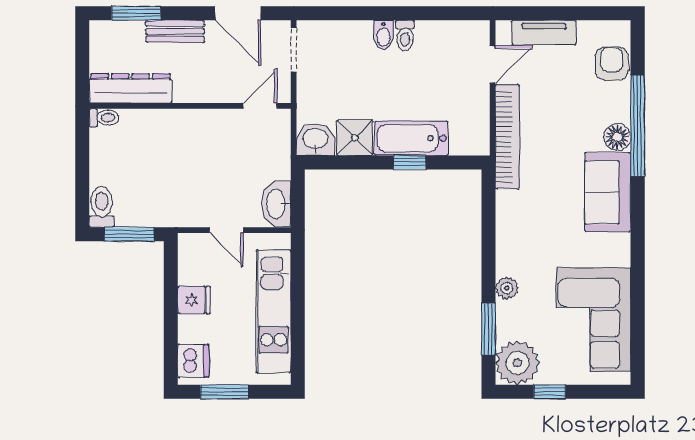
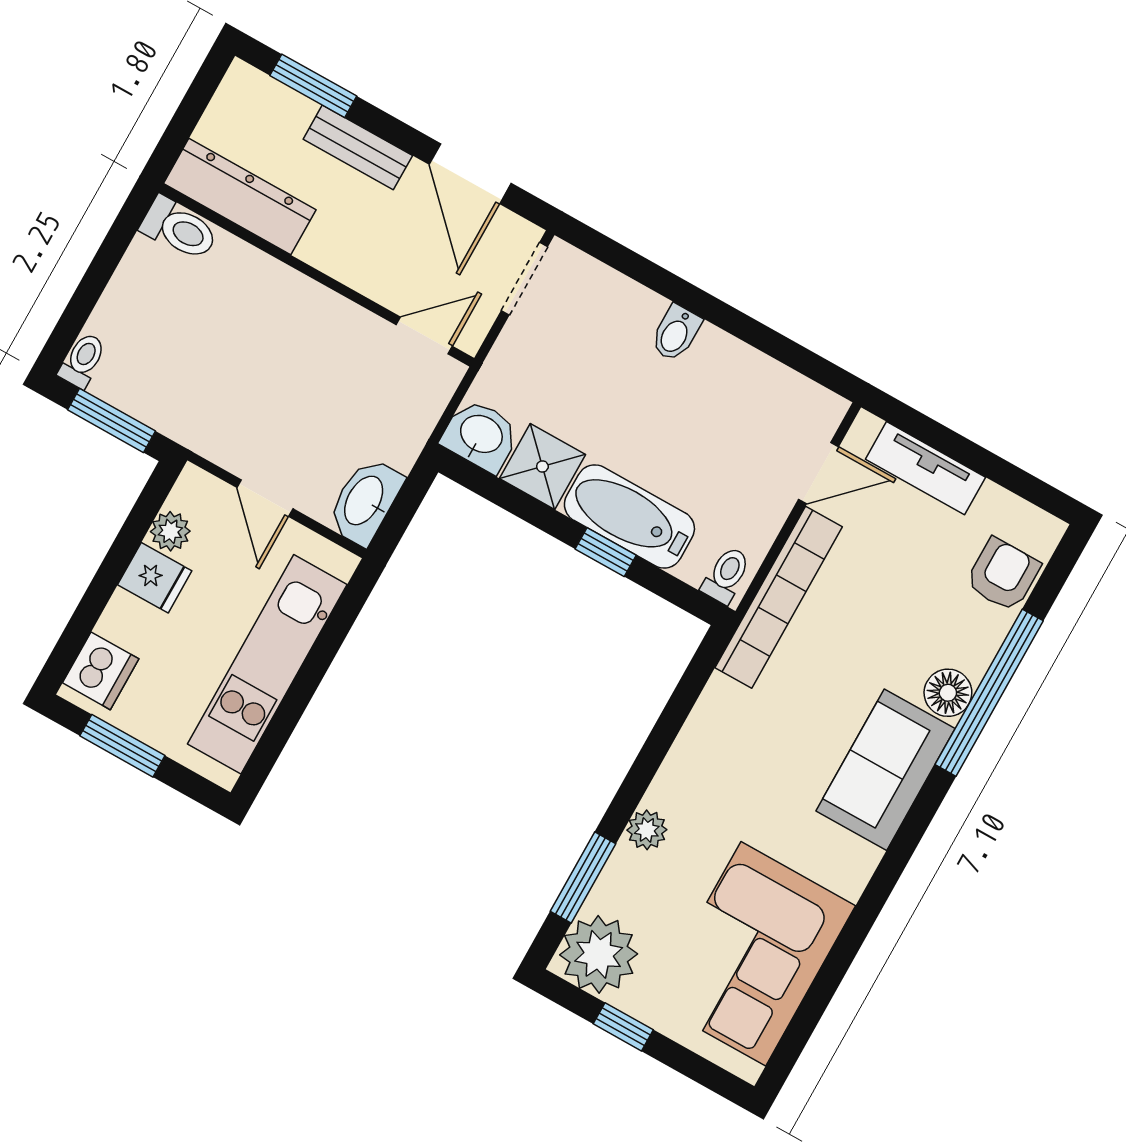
toilet: (405, 35) -> (726, 575), moved, turned 180
toilet: (104, 118) -> (179, 229), width x1.37, depth x1.39
toilet: (102, 207) -> (83, 360), width x0.73, depth x0.72
plant: (189, 273) -> (170, 531), added

